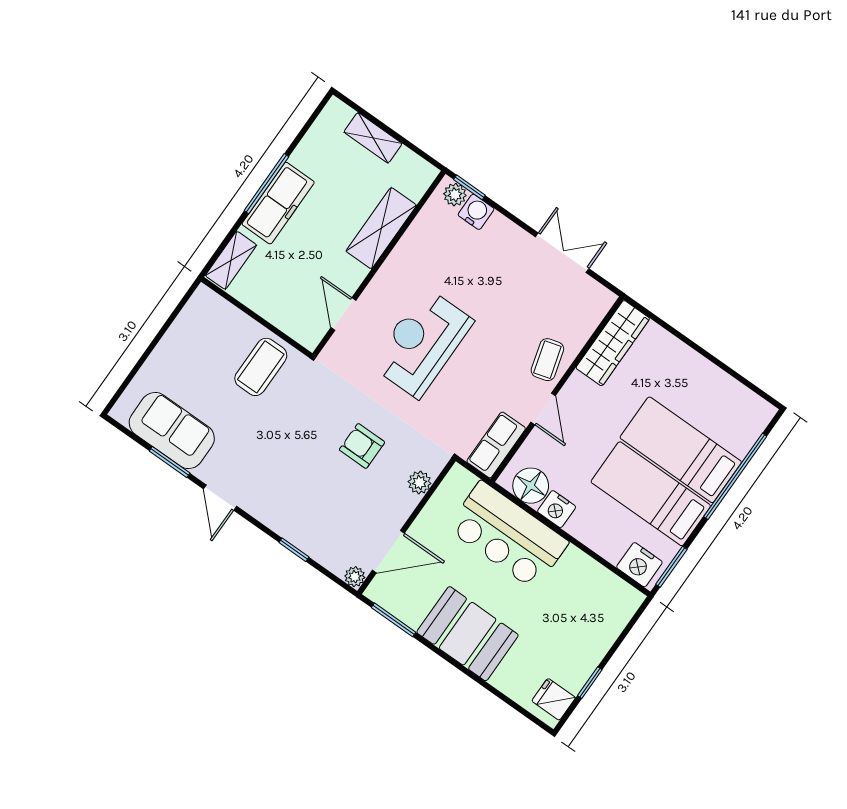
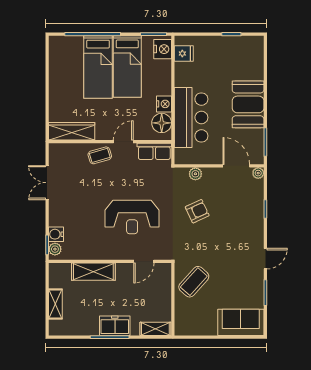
freezer: (278, 203) -> (115, 326), width x0.71
coffee table: (261, 367) -> (194, 282), turned -48
sofa: (172, 431) -> (241, 322), moved, turned 90
armchair: (362, 446) -> (197, 211), turned -115
fridge: (554, 699) -> (184, 54), moved, turned -90

